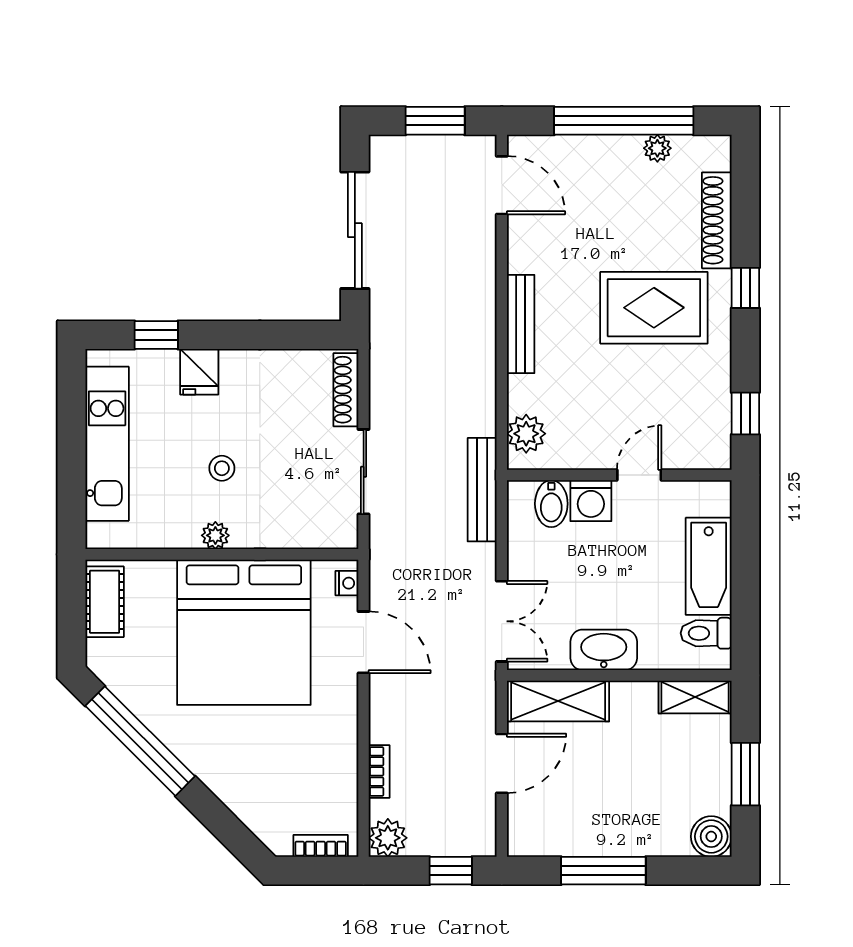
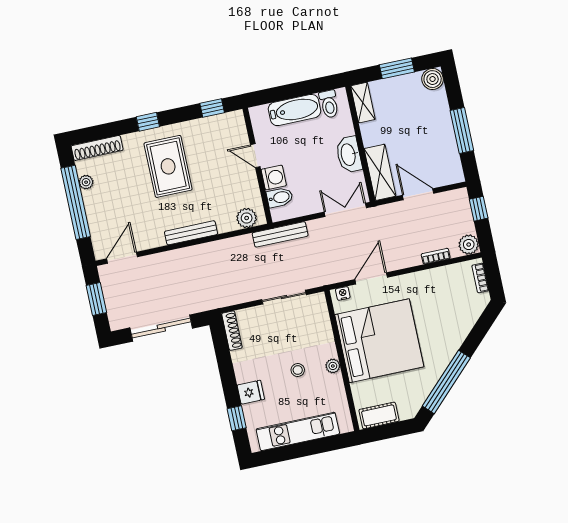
shoe rack: (717, 220) -> (97, 148), moved
shoe rack: (346, 390) -> (232, 331), moved, turned -90

